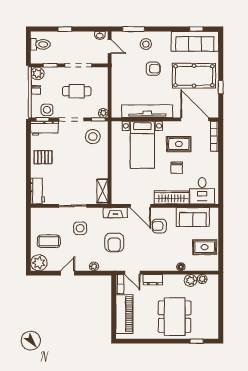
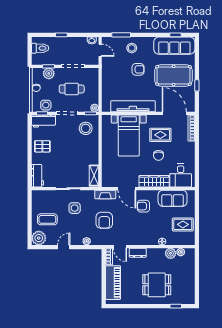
plant: (37, 73) -> (49, 73), moved
dining table: (175, 317) -> (157, 285), width x0.73

